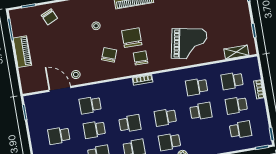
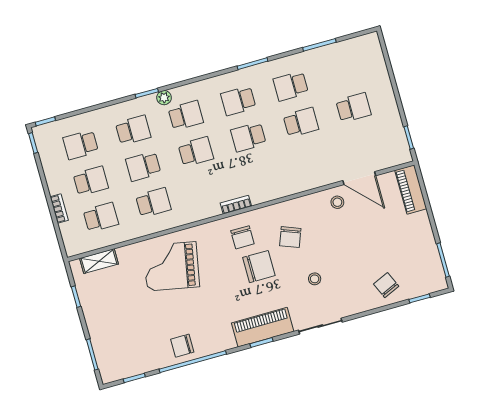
chair: (132, 38) -> (259, 267), turned -90
piano: (22, 52) -> (411, 189), moved
school desk: (90, 105) -> (133, 130), moved

